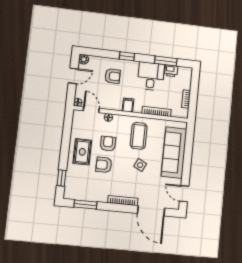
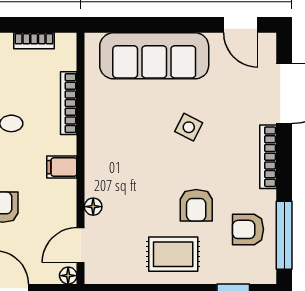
coffee table: (139, 136) -> (126, 137), removed
armchair: (108, 144) -> (248, 229), moved
door: (184, 194) -> (241, 25), hinge flipped
window: (85, 205) -> (284, 235), width x1.44

